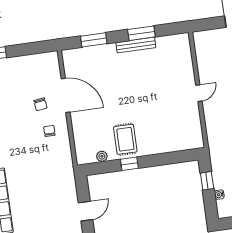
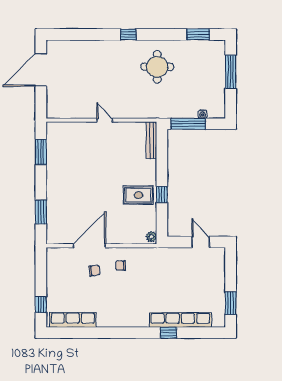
window: (141, 33) -> (41, 152), moved
bench: (136, 45) -> (151, 140), moved
plant: (102, 156) -> (151, 237), moved
window: (207, 181) -> (188, 124), width x2.17

